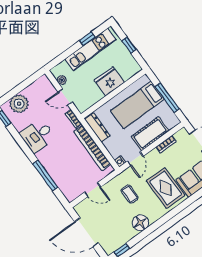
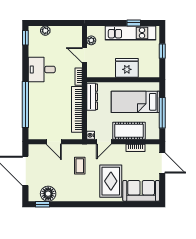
plant: (19, 104) -> (45, 31), width x0.53, depth x0.53
window: (45, 175) -> (25, 104), width x1.46
floor lamp: (140, 223) -> (48, 194), moved

